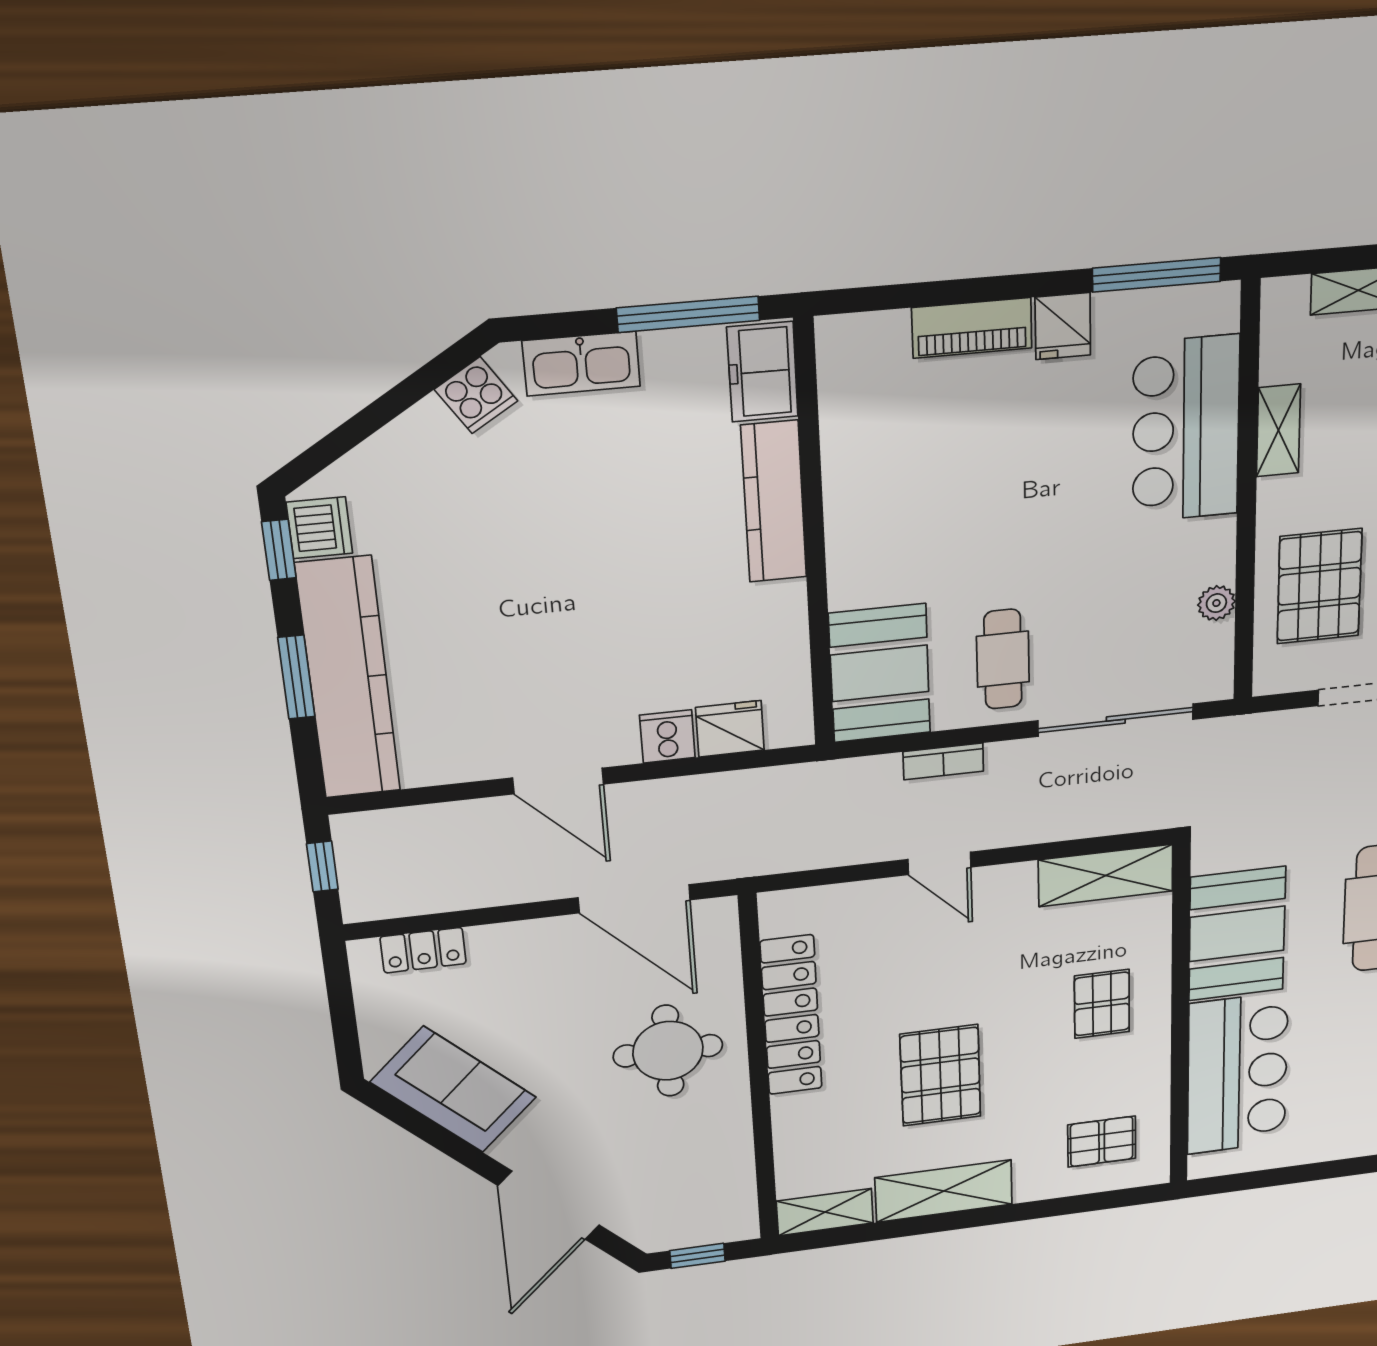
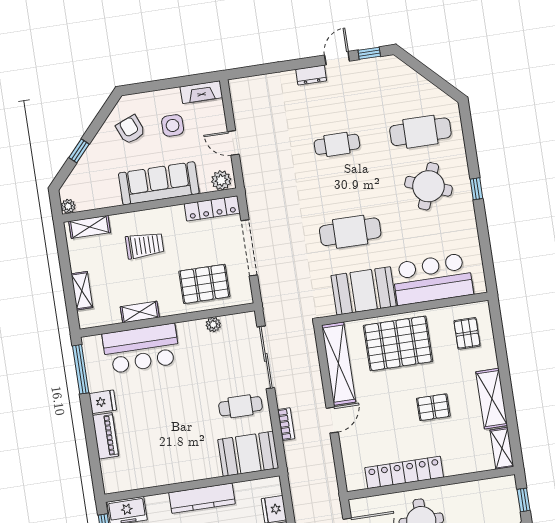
kitchen counter: (774, 502) -> (202, 498), moved
shelving: (1106, 876) -> (339, 364), width x1.47
pallet: (1102, 1004) -> (398, 343), width x2.05, depth x2.00
pallet: (940, 1075) -> (433, 407), width x0.67, depth x0.71

